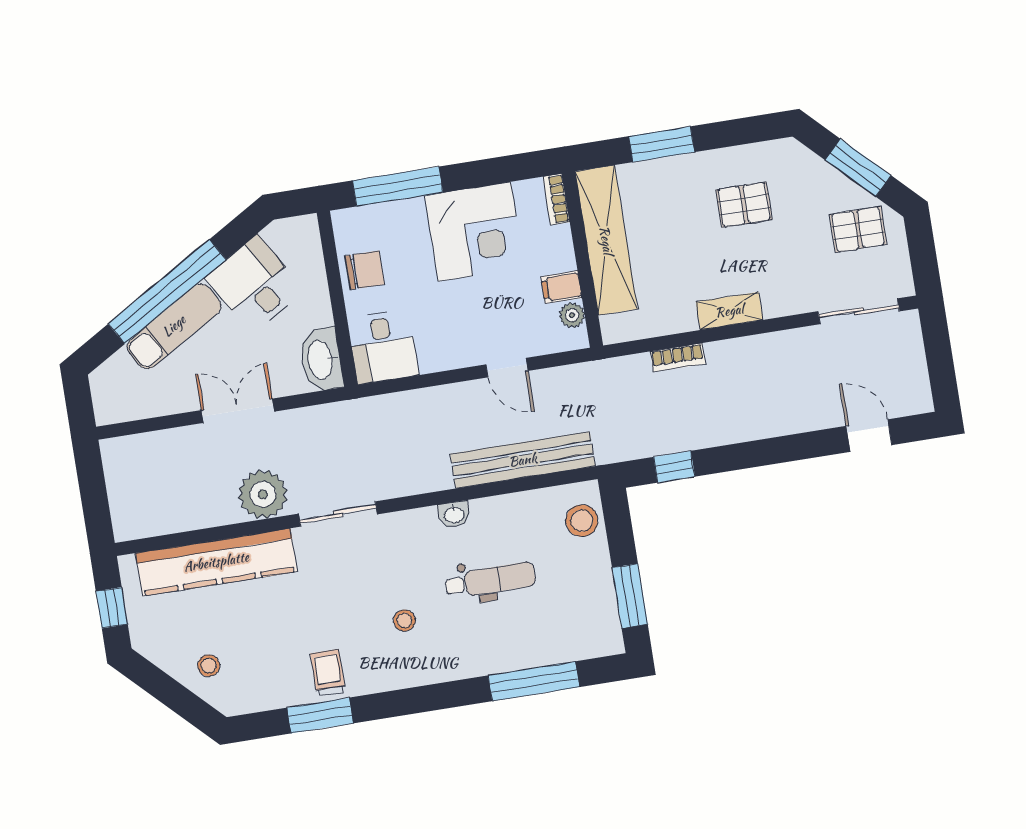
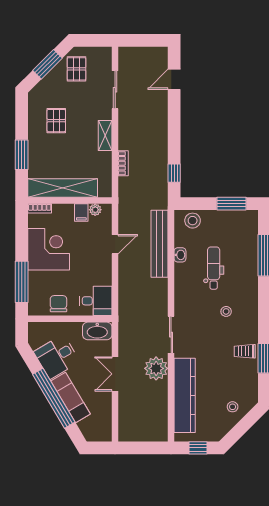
sliding door: (859, 311) -> (115, 90), moved
washbasin: (454, 514) -> (180, 255), moved

